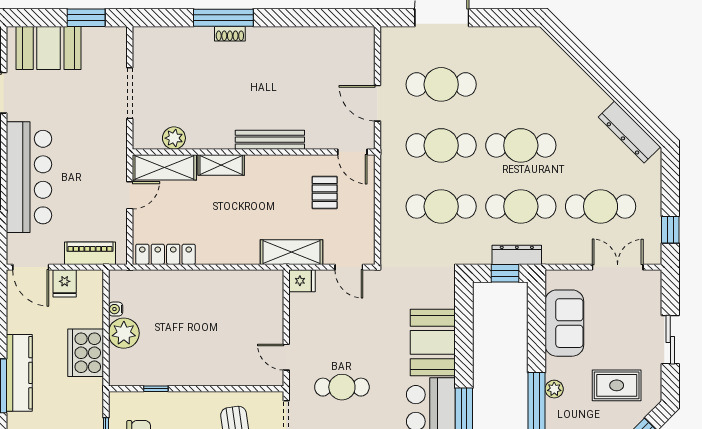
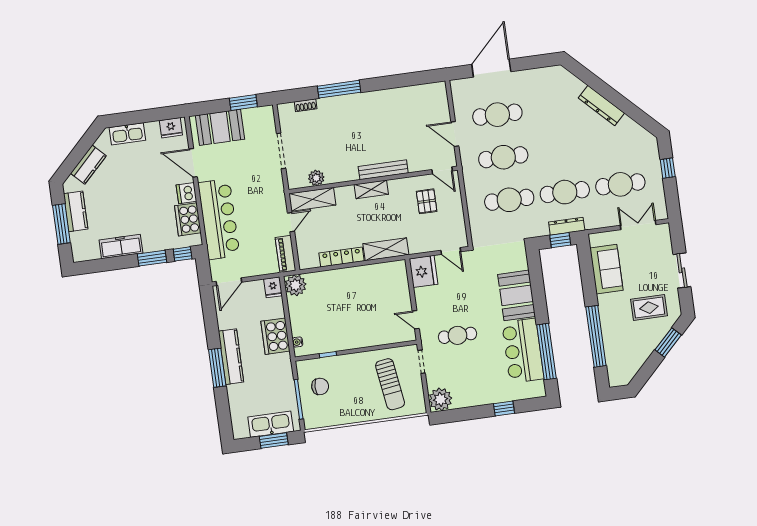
shoe rack: (230, 34) -> (306, 105), moved
dresser: (629, 132) -> (601, 105), moved
cafe table: (521, 145) -> (559, 149), removed
shelving: (221, 165) -> (371, 189), moved
window: (670, 230) -> (668, 168), moved
shelving: (291, 252) -> (386, 249), moved
piano: (90, 253) -> (285, 254), moved, turned -90
locker: (165, 254) -> (342, 257), moved
door: (31, 267) -> (229, 282), hinge flipped
fridge: (302, 281) -> (423, 271), width x1.88, depth x1.34
fridge: (65, 283) -> (273, 287), moved
water cooler: (116, 309) -> (298, 342), moved
plant: (124, 333) -> (295, 285), moved
plant: (554, 389) -> (606, 316), removed

